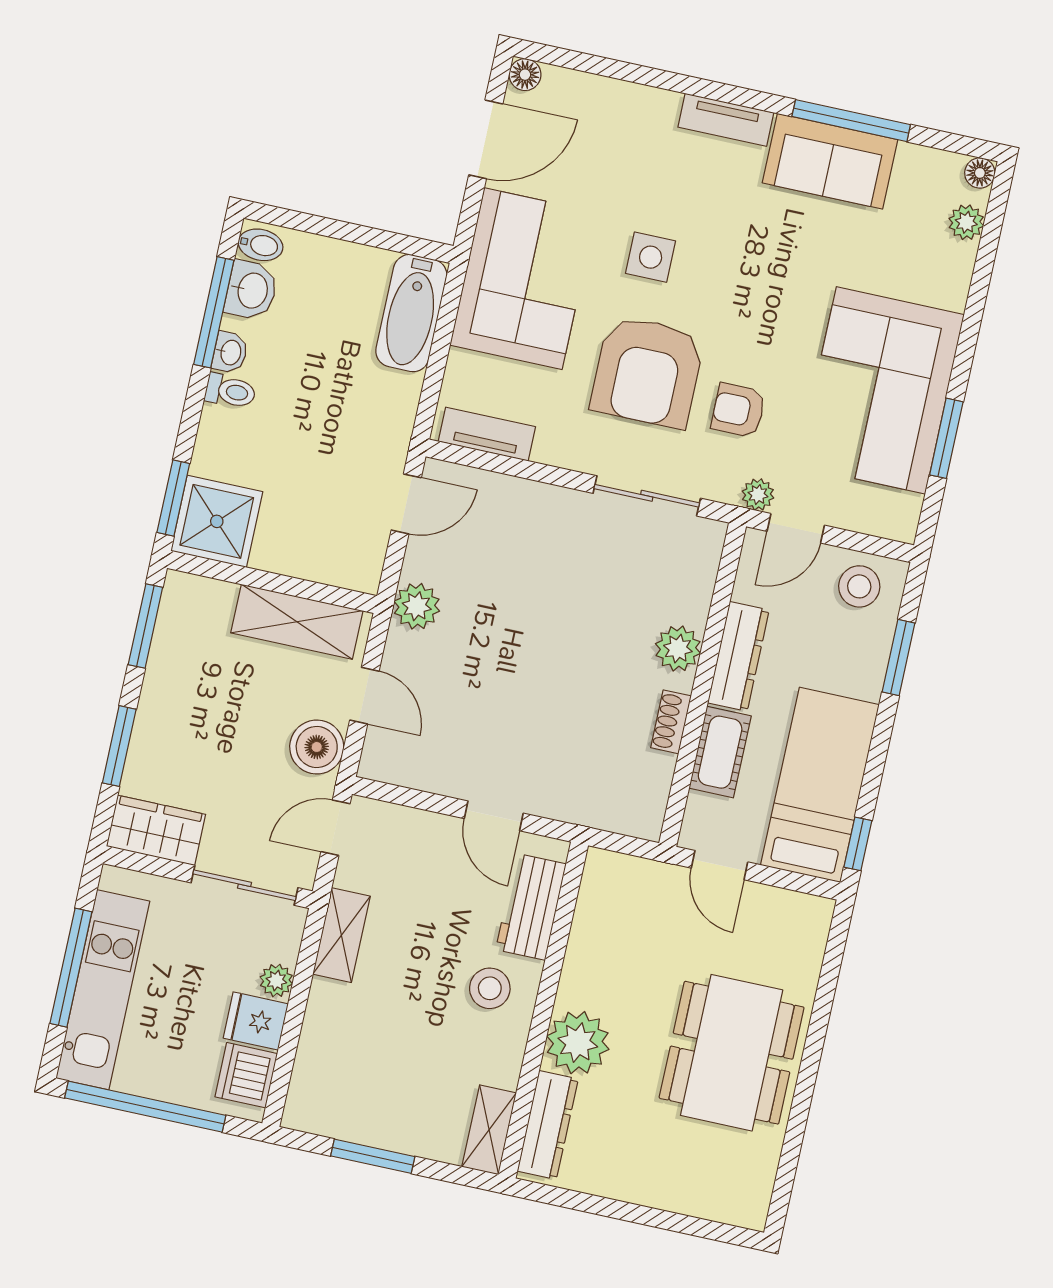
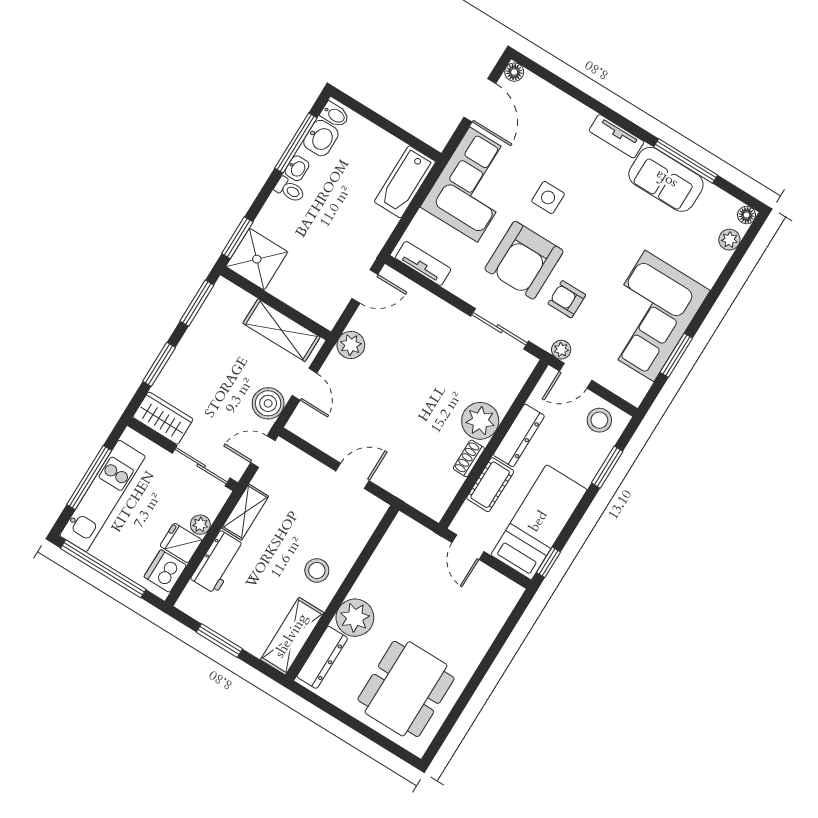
door: (486, 139) -> (480, 100), hinge flipped
plant: (678, 649) -> (480, 421), width x1.36, depth x1.36
door: (494, 816) -> (353, 476), swing flipped
workbench: (531, 907) -> (218, 562), moved, turned 180
dining table: (732, 1053) -> (406, 689), moved
shelving: (489, 1130) -> (292, 636), width x1.50, depth x1.33

